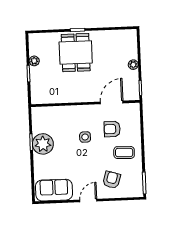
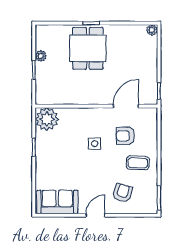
plant: (133, 65) -> (152, 30), moved
plant: (43, 144) -> (47, 119), moved

